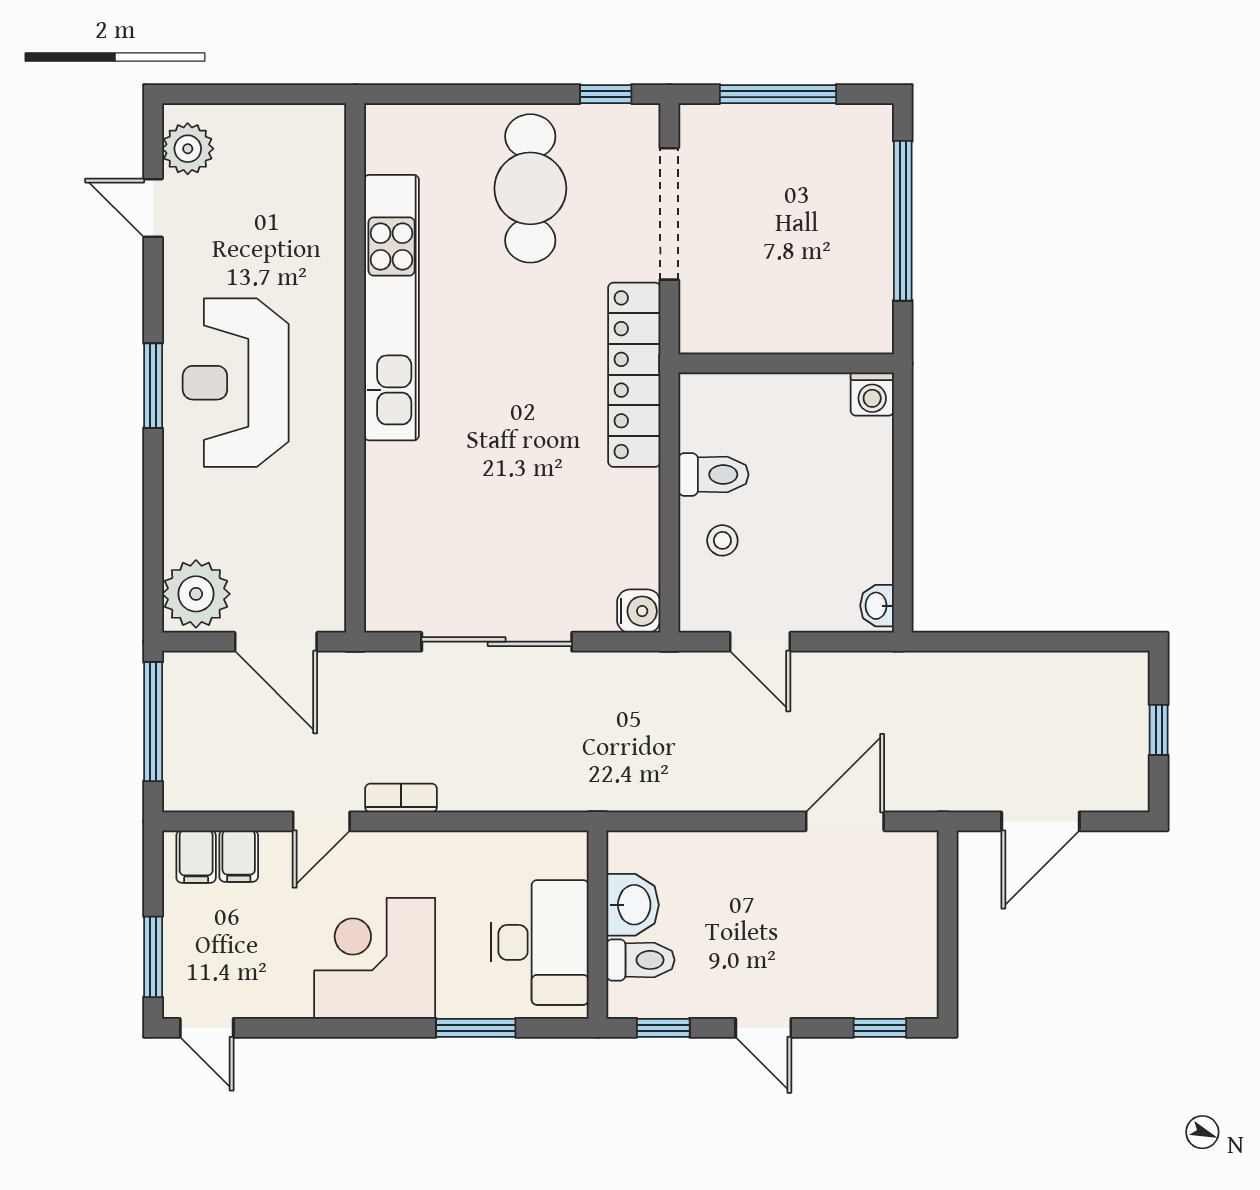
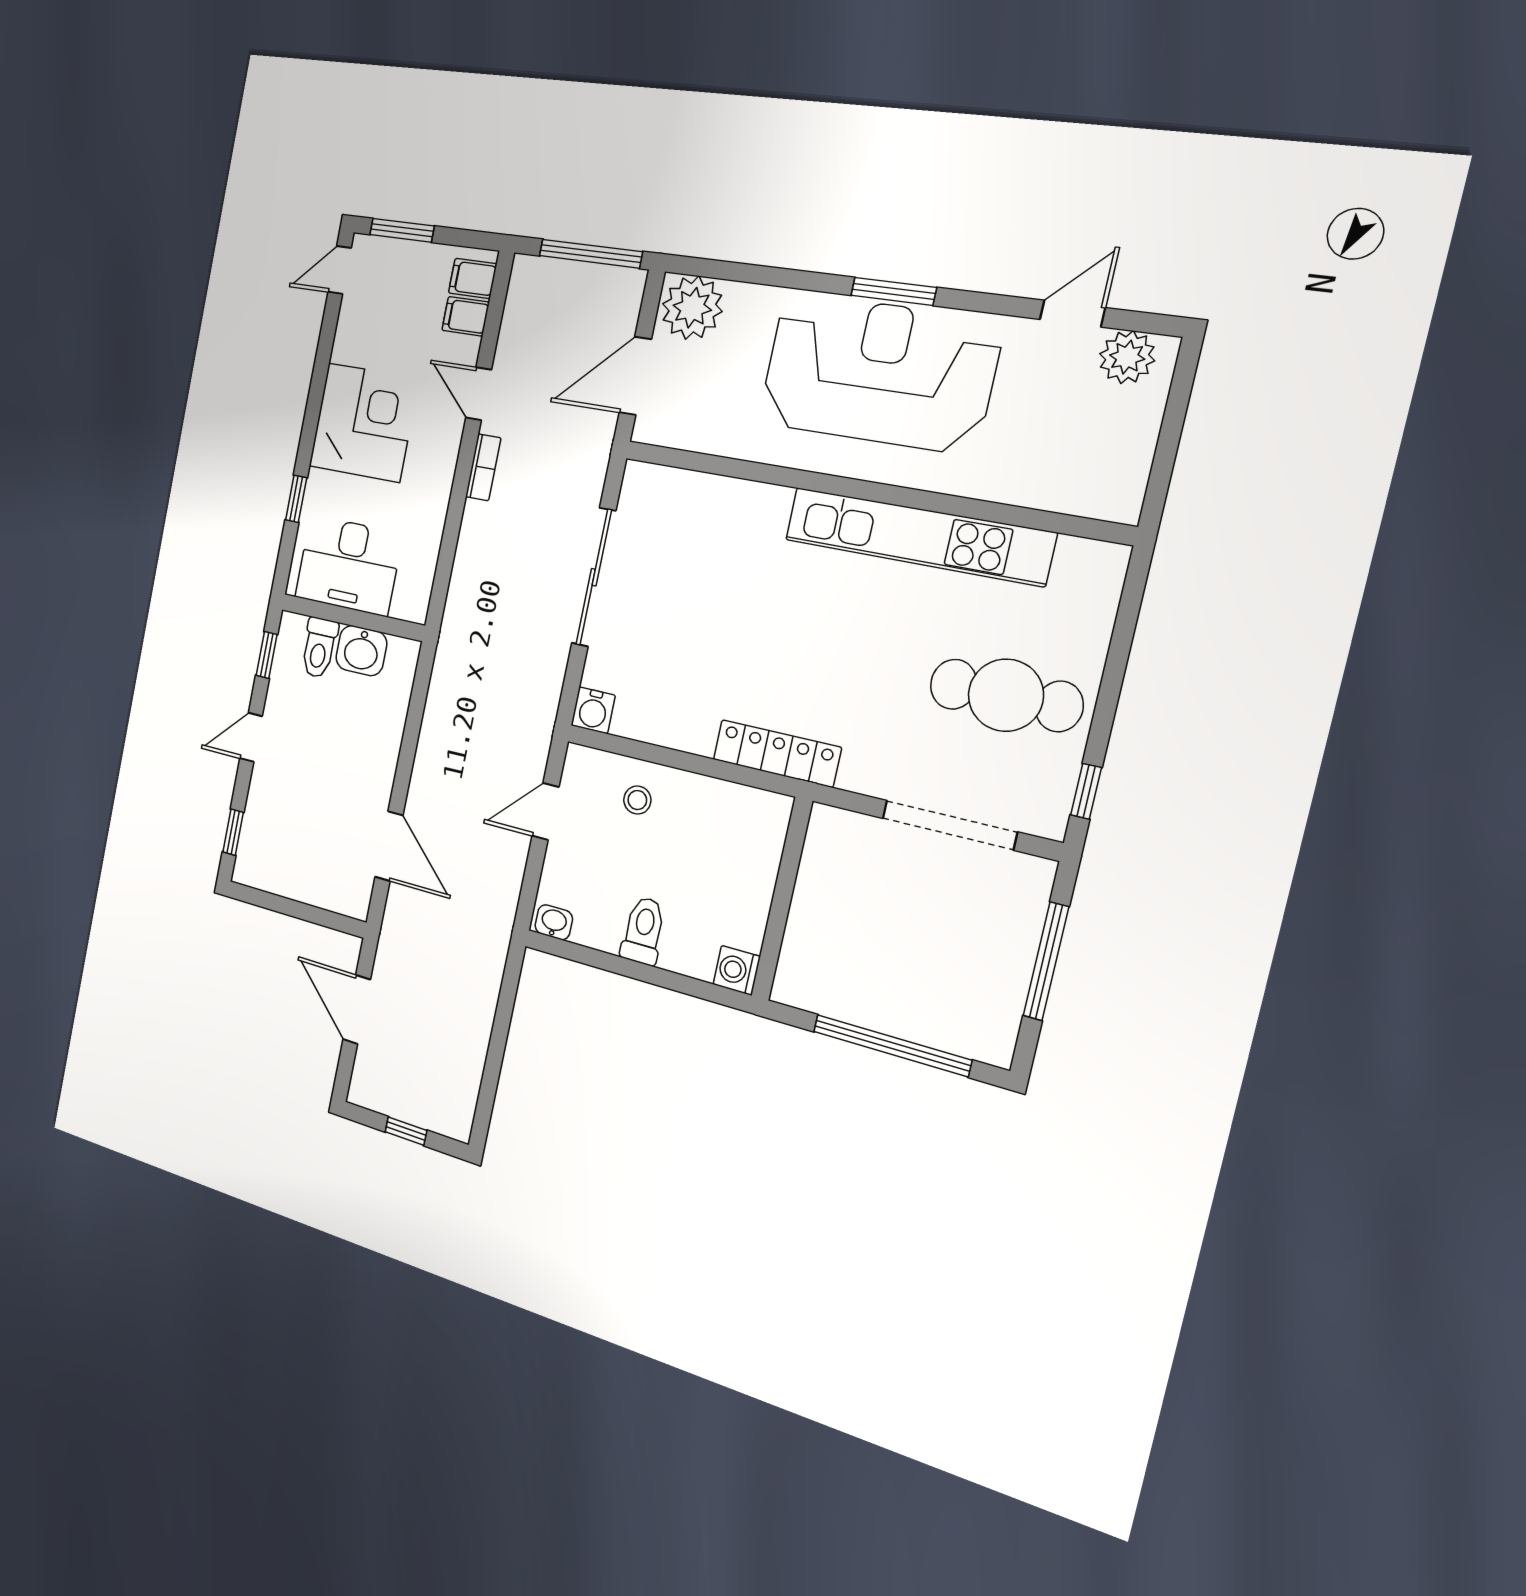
locker: (634, 375) -> (777, 753), width x0.71, depth x0.83
reception desk: (236, 383) -> (879, 373), width x1.36, depth x1.30
toilet: (713, 475) -> (643, 931), moved, turned 180
window: (476, 1028) -> (296, 499), width x0.67

